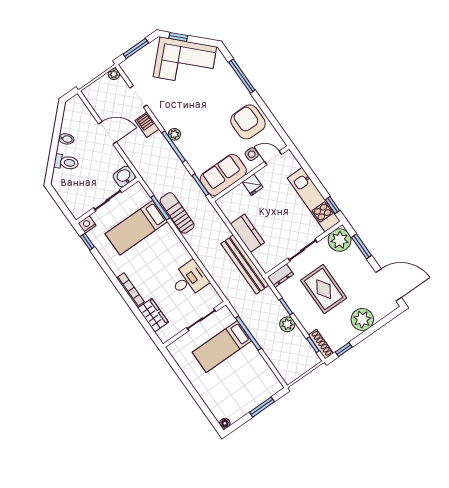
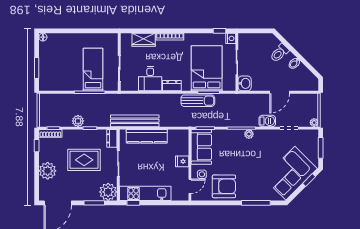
bed: (136, 228) -> (207, 68), width x1.50
kitchen counter: (247, 233) -> (147, 136), width x1.50
dresser: (181, 251) -> (172, 86), added

